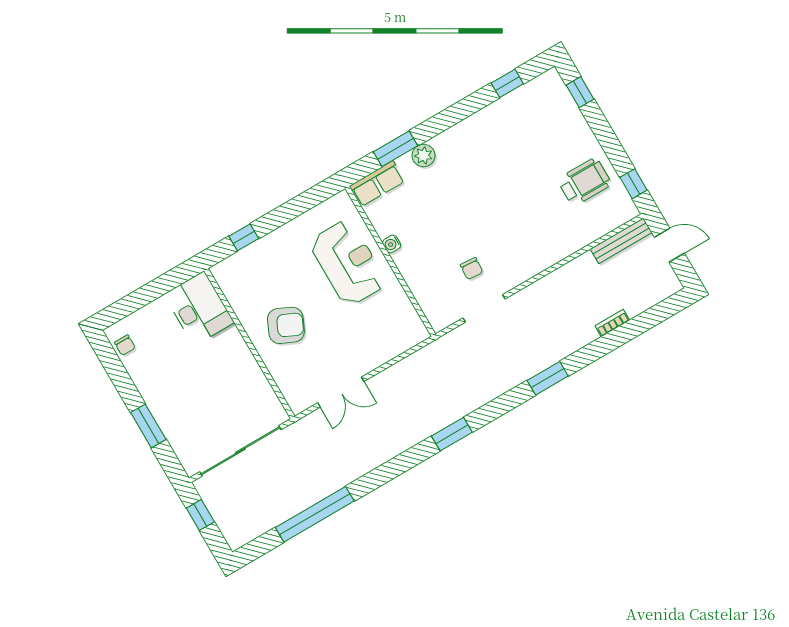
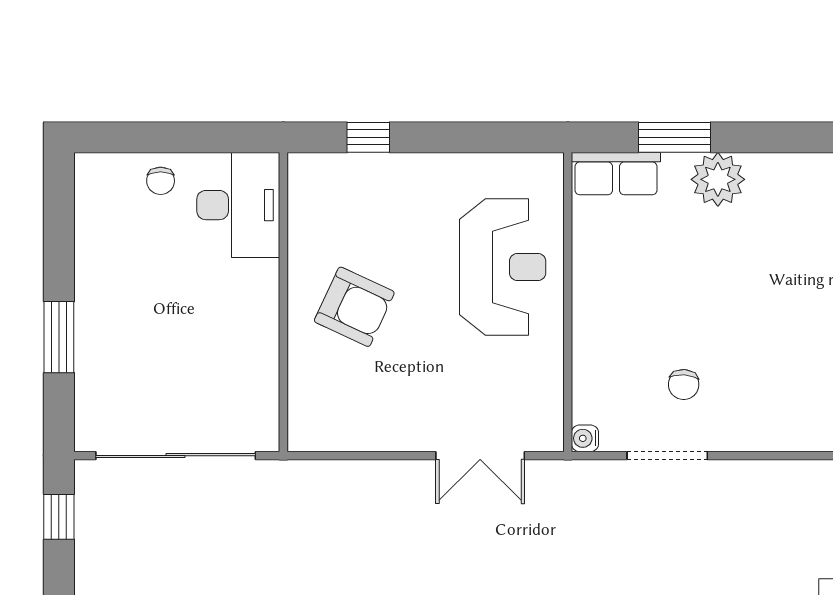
plant: (424, 155) -> (718, 179), width x1.36, depth x1.36
water cooler: (392, 244) -> (585, 438), moved
chair: (125, 345) -> (161, 181), moved
double door: (341, 392) -> (480, 456), moved

